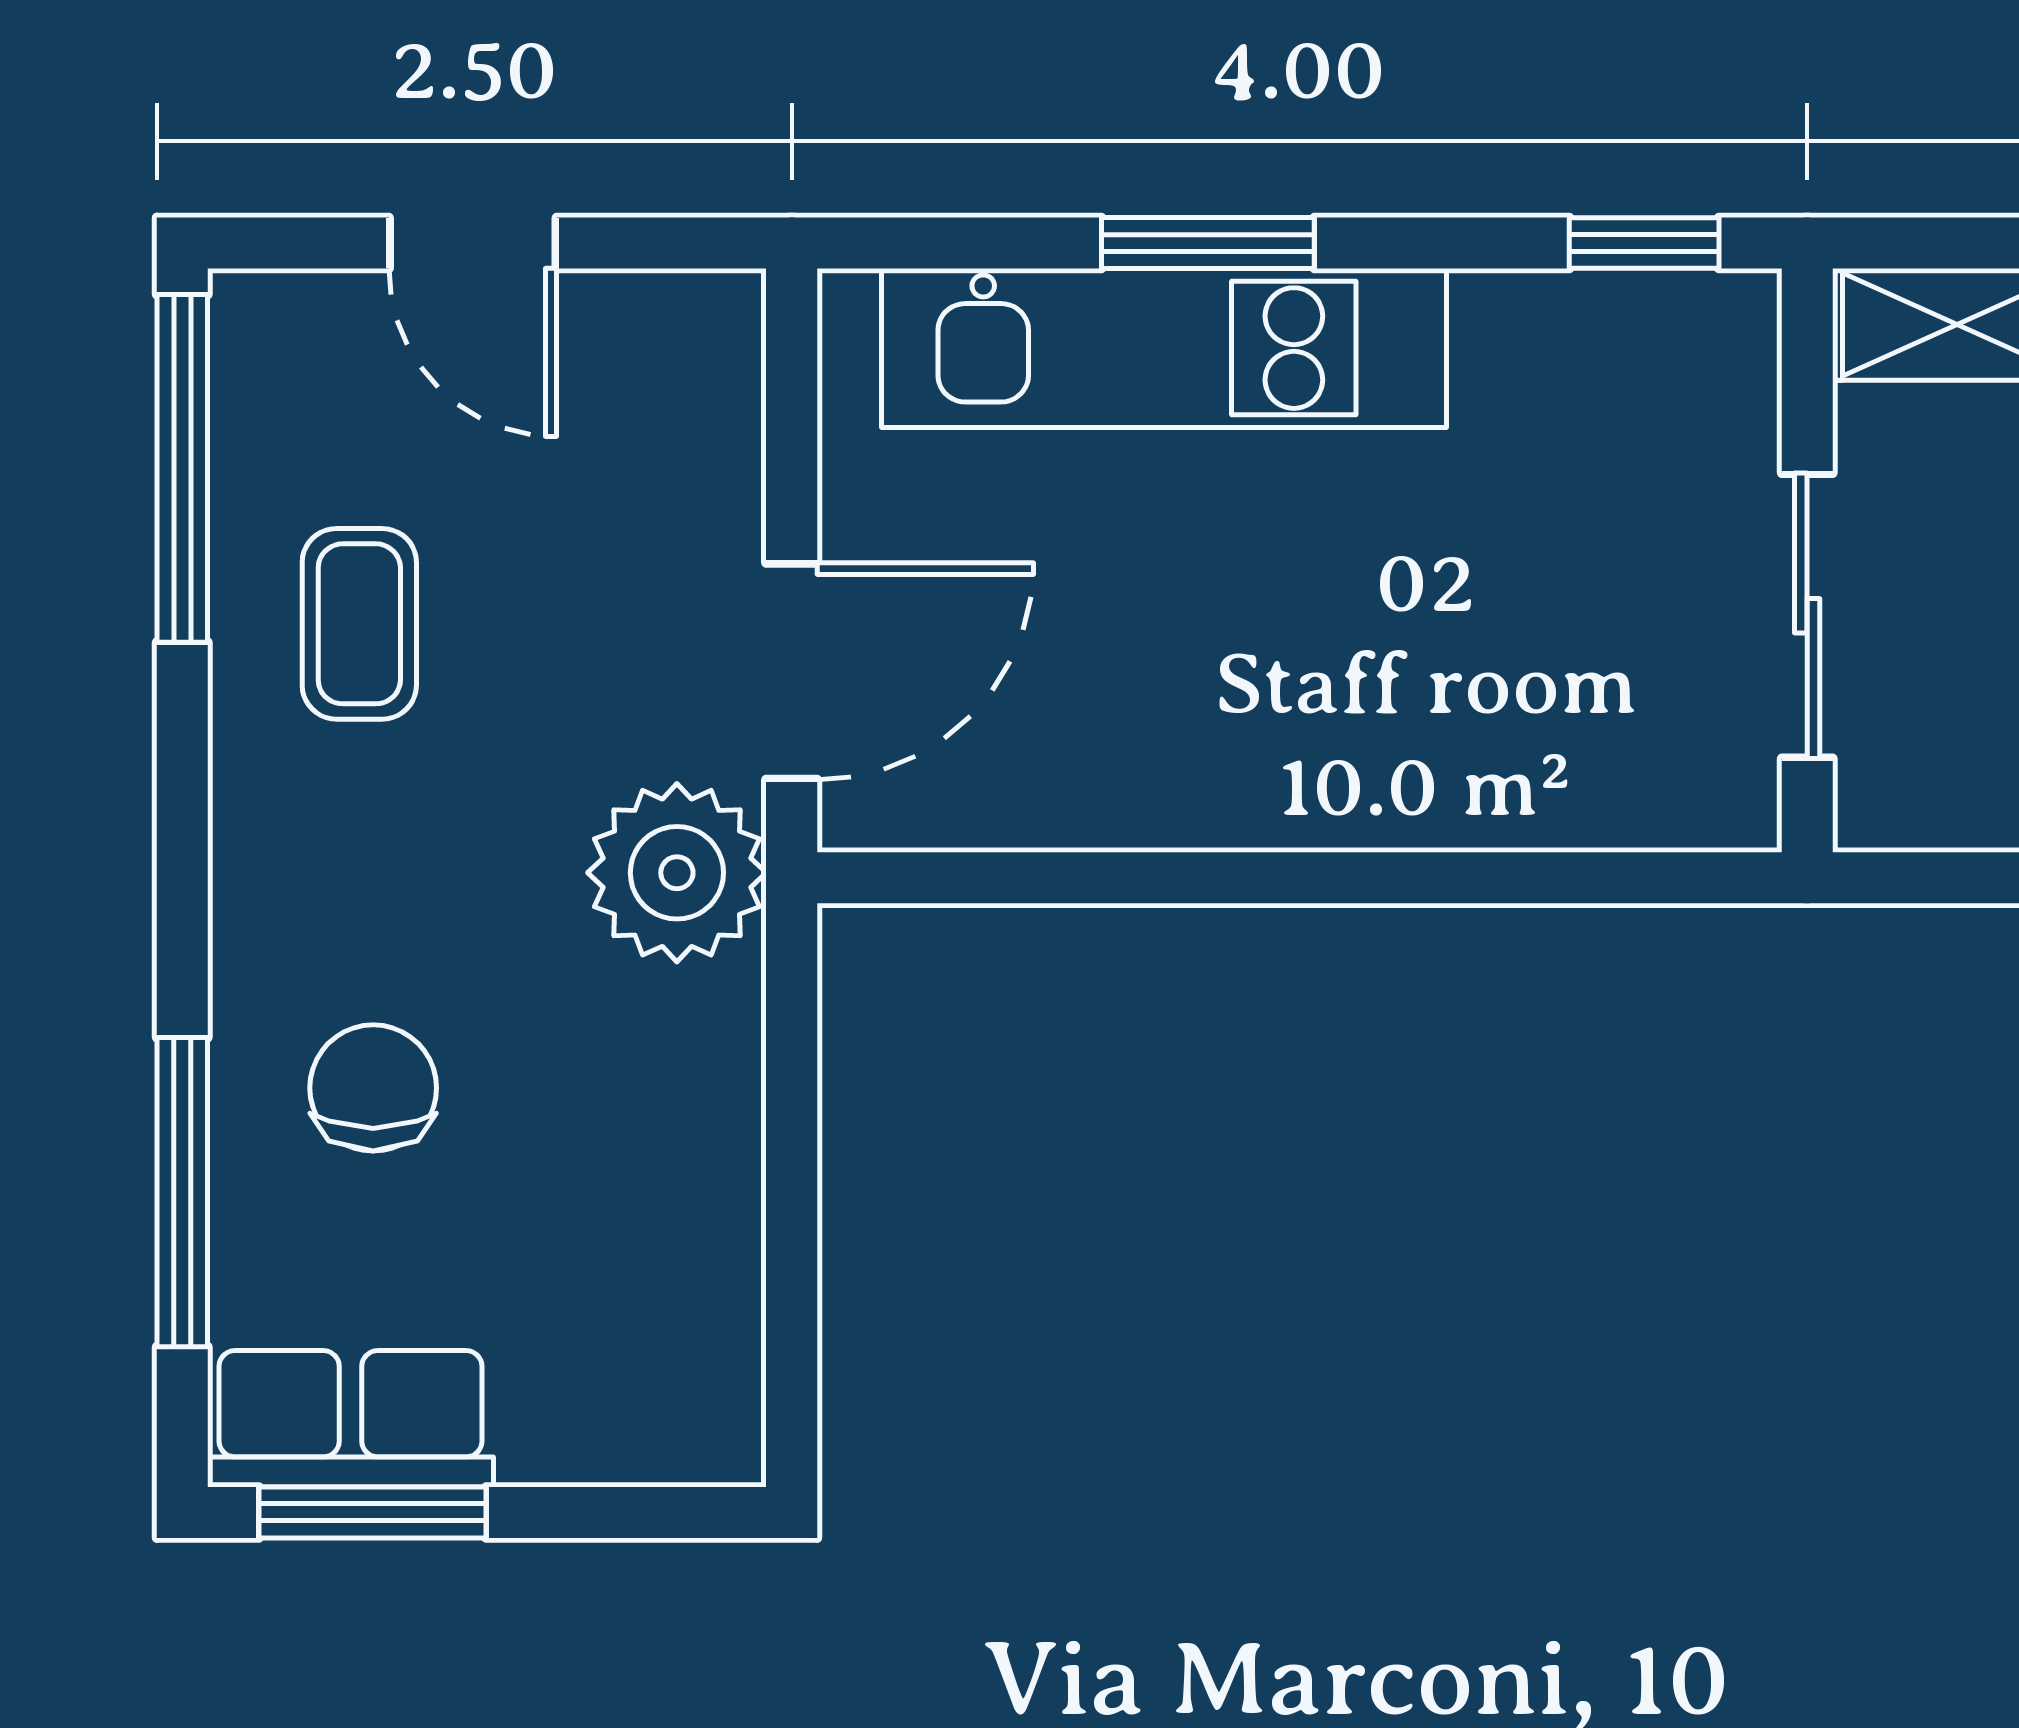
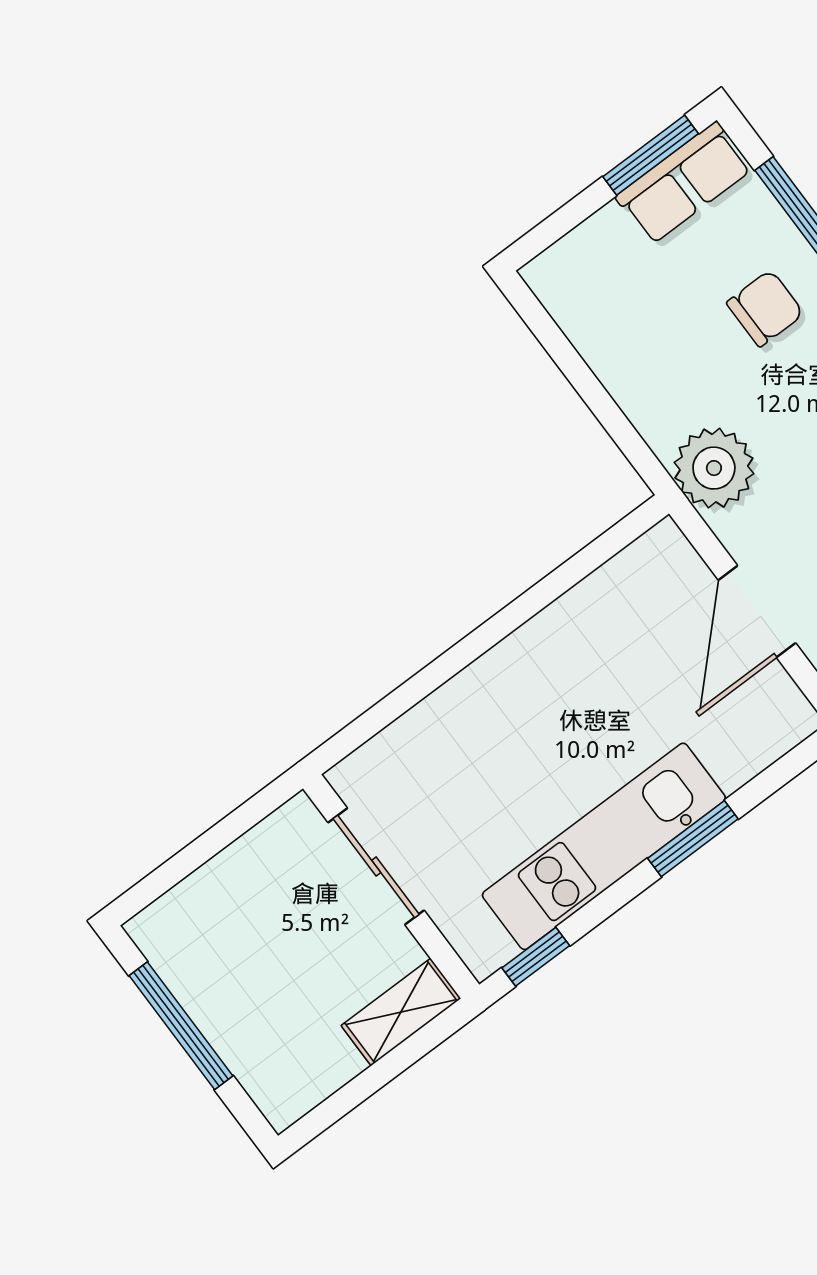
kitchen unit: (1164, 348) -> (604, 846), moved
door: (792, 671) -> (757, 612), moved
chair: (373, 1088) -> (765, 308), turned -90

